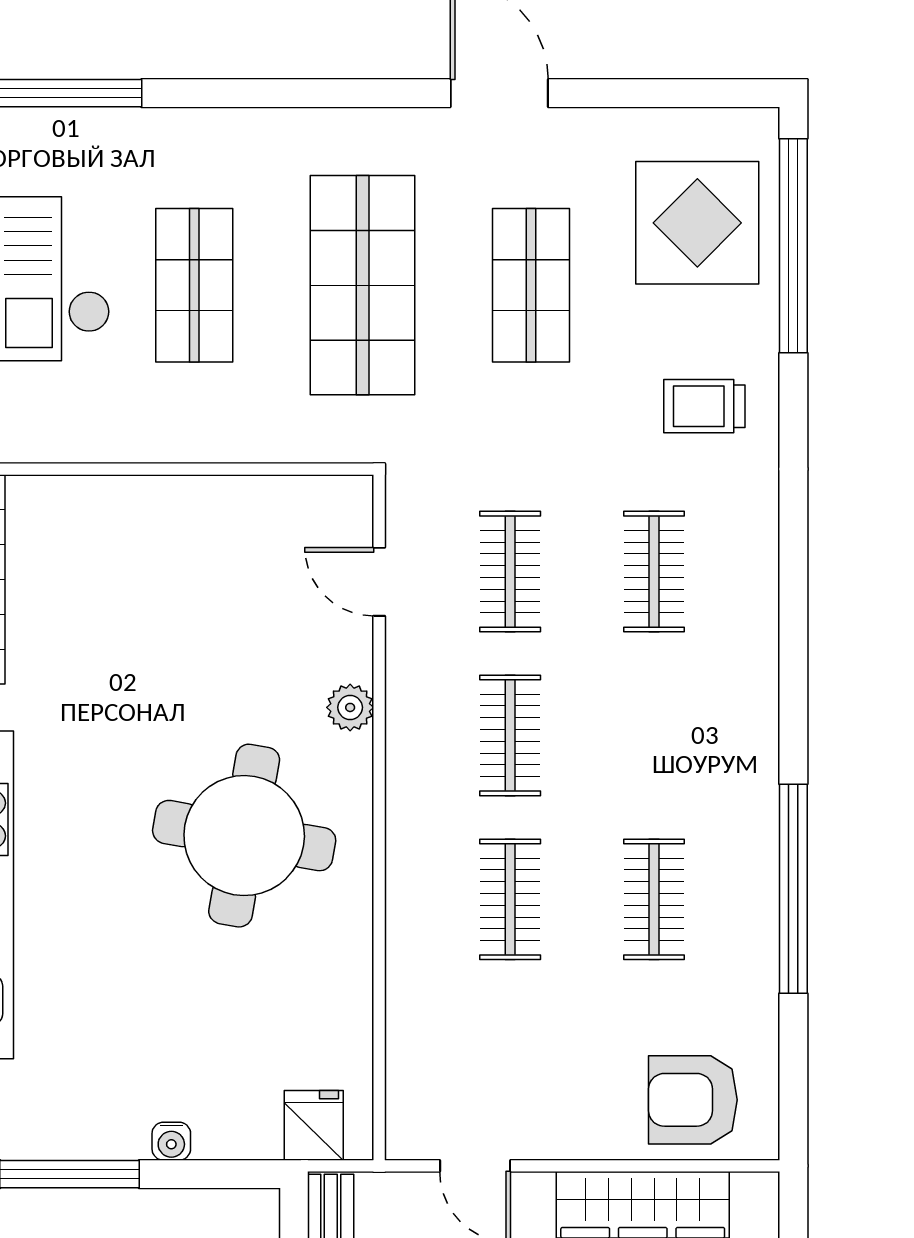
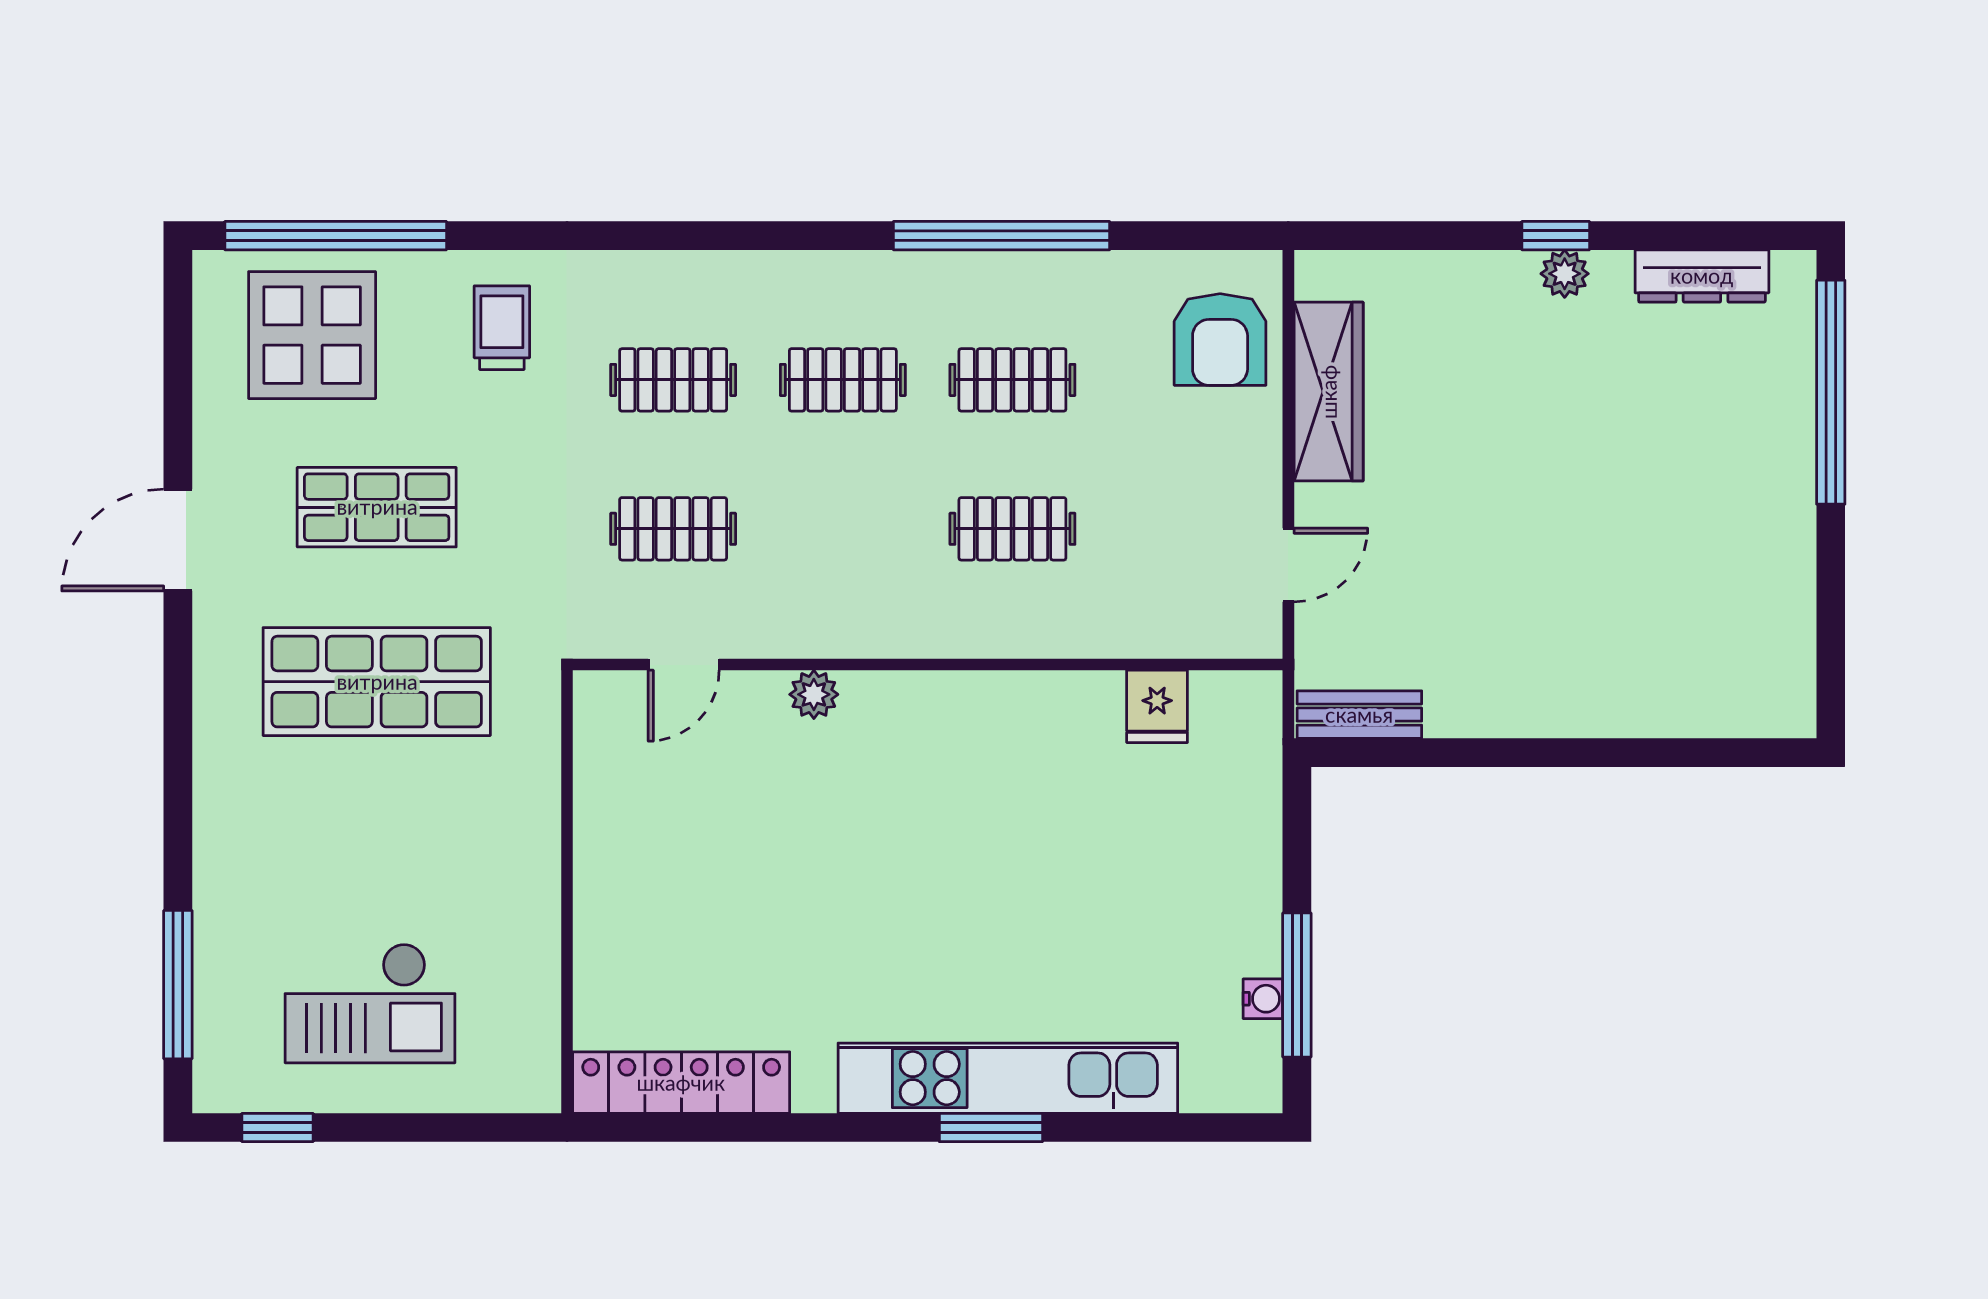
shop shelf: (194, 285) -> (377, 856), removed
trolley: (704, 406) -> (502, 328), turned 180
clothes rail: (510, 735) -> (843, 380), moved
round table: (244, 836) -> (946, 804), removed
fridge: (314, 1125) -> (1157, 706), moved, turned -90
water cooler: (171, 1141) -> (1263, 999), moved

